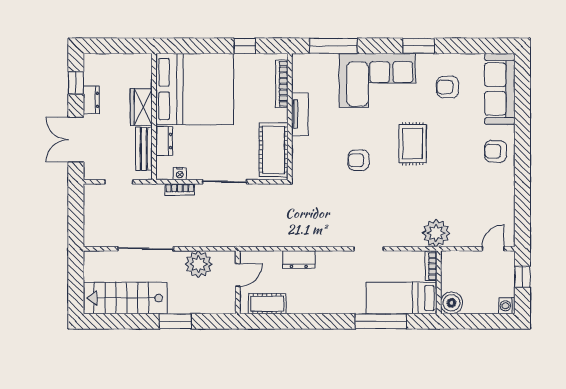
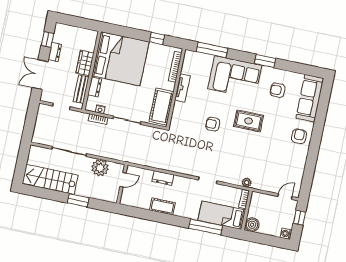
rug: (413, 144) -> (249, 121), turned 90
armchair: (495, 151) -> (299, 136), turned 88
plant: (436, 233) -> (247, 183), width x0.53, depth x0.53
cot: (267, 304) -> (162, 206), moved

